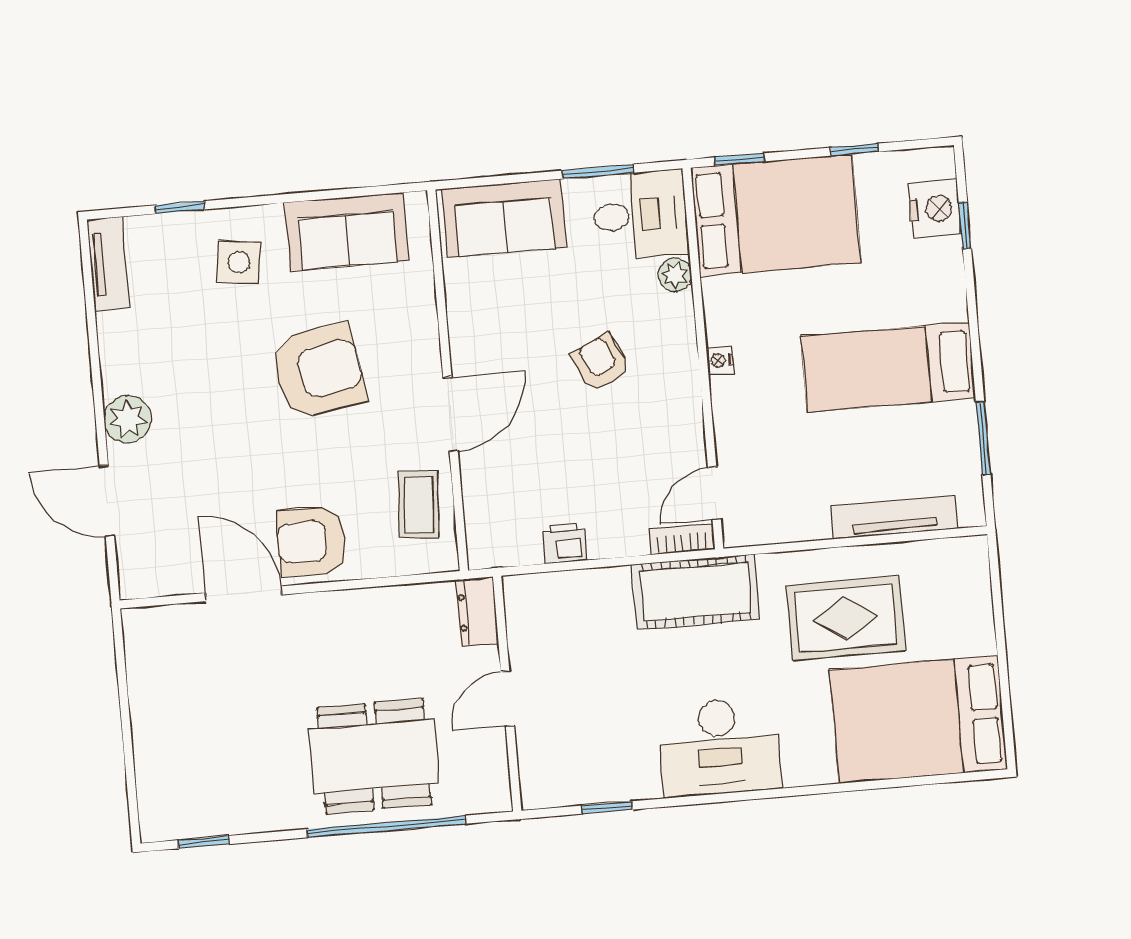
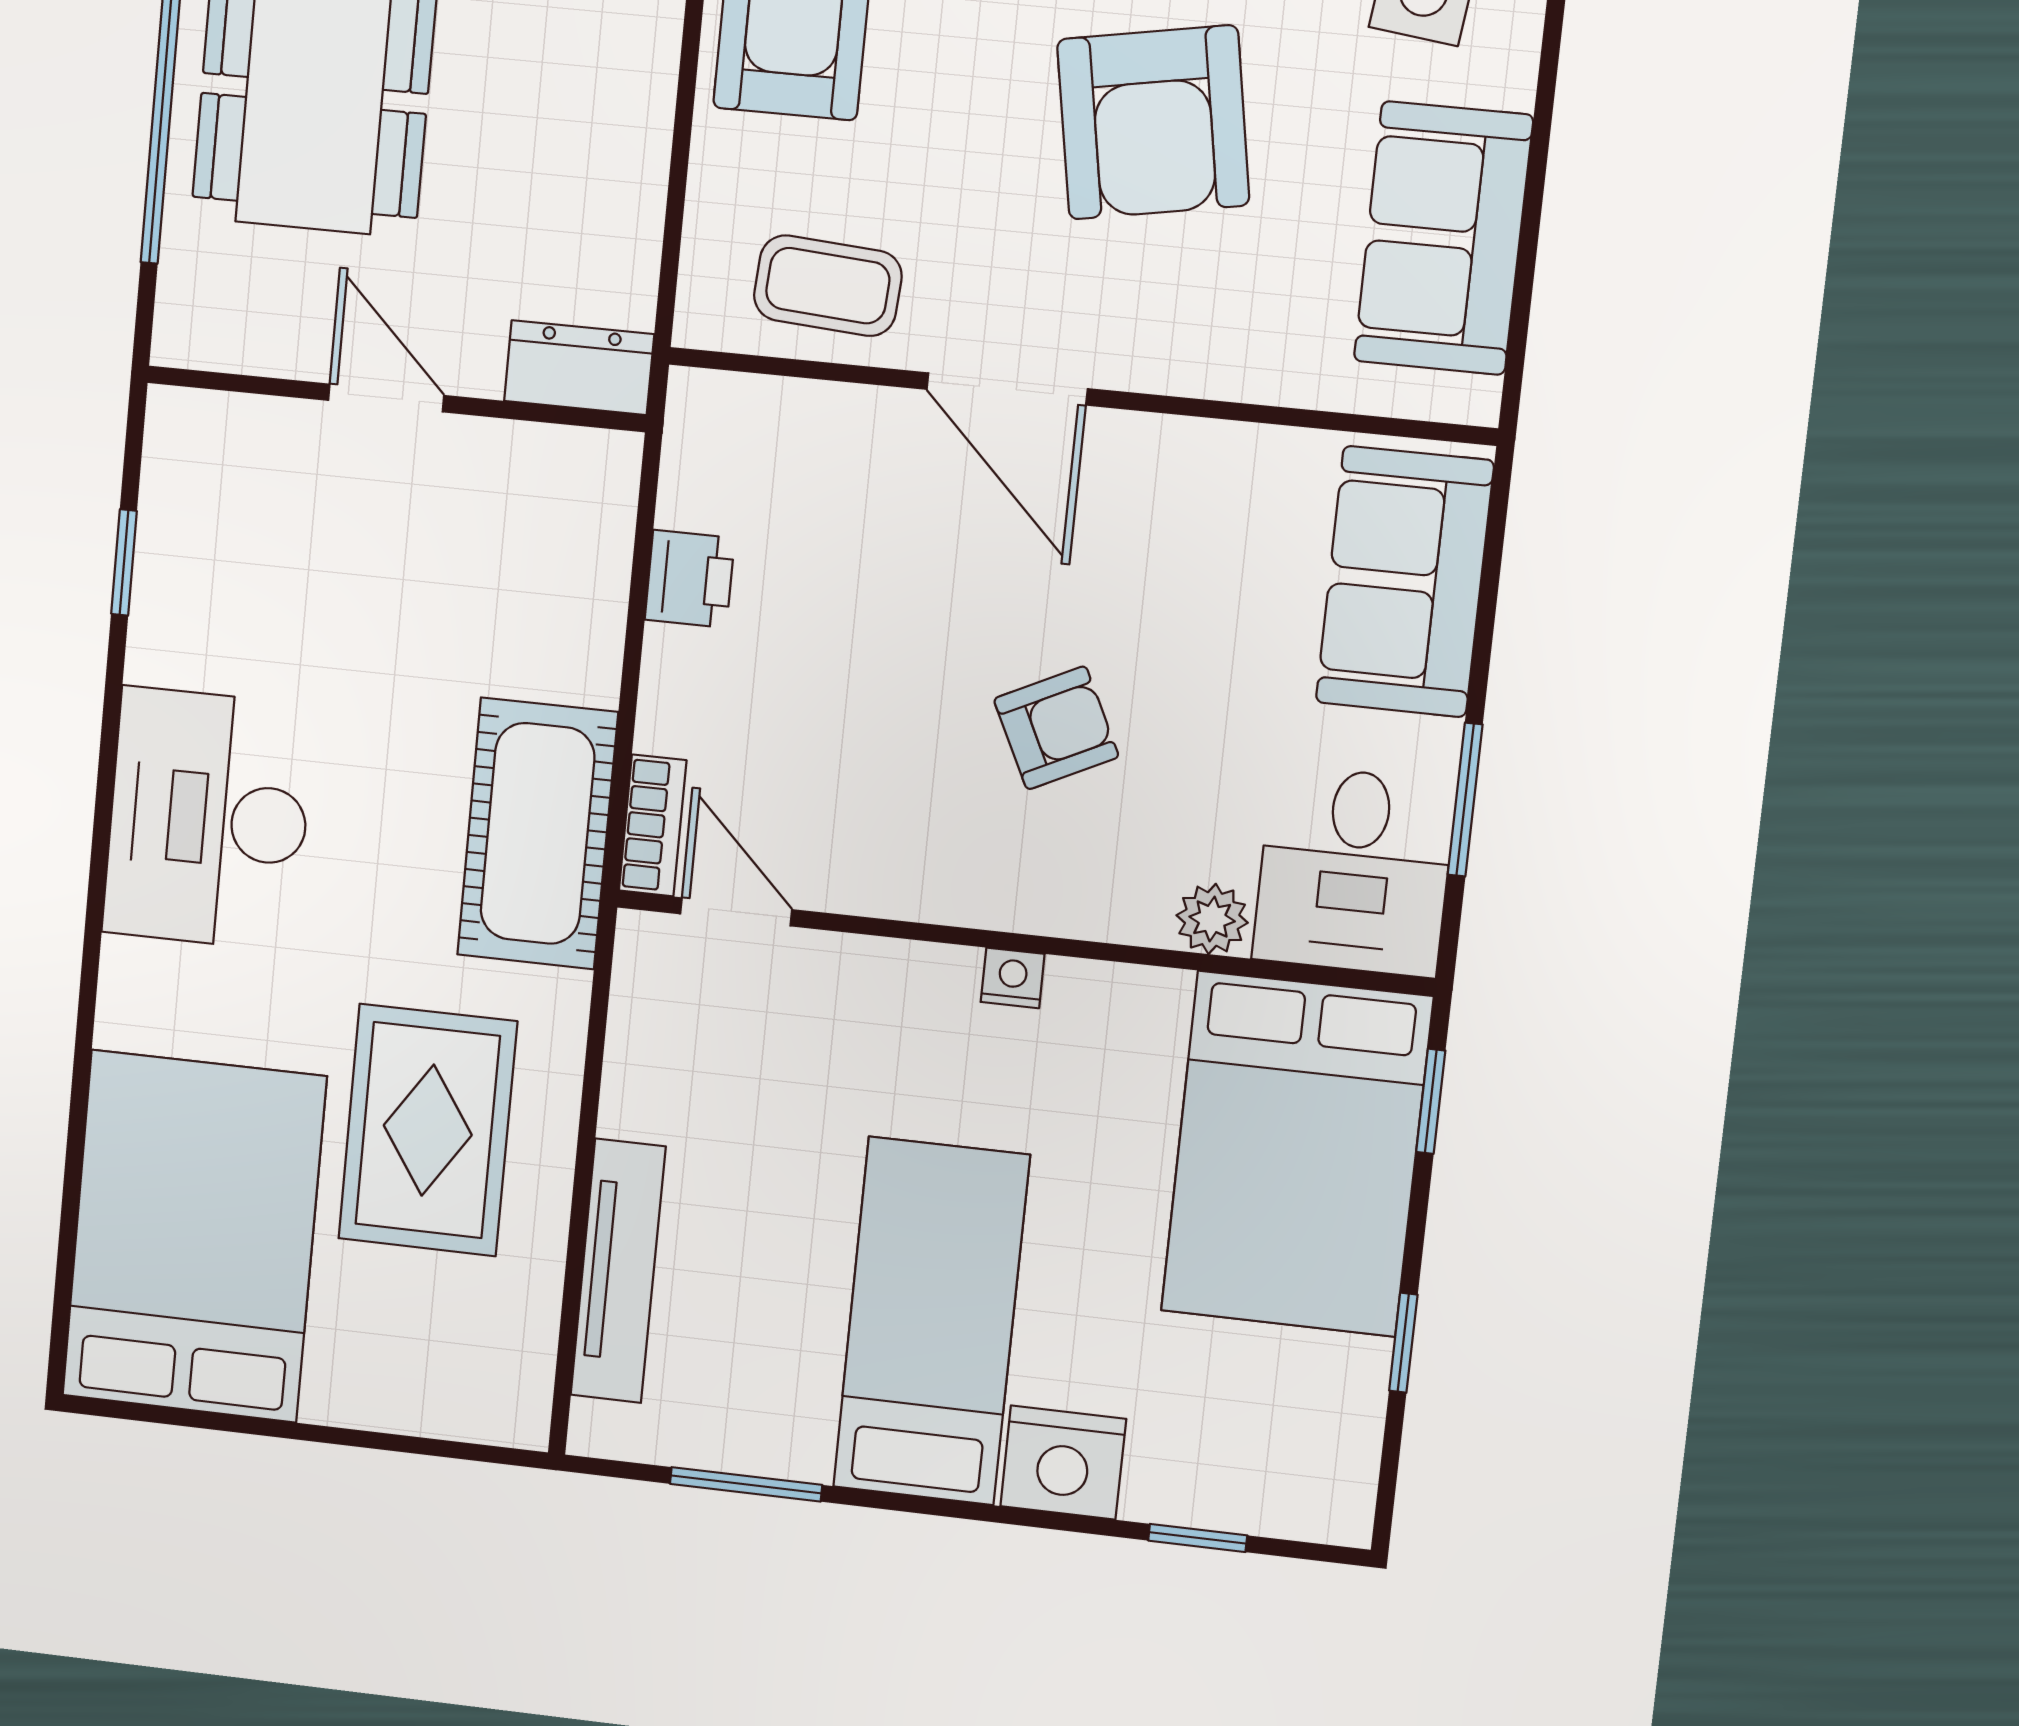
nightstand: (935, 209) -> (1063, 1463), moved

